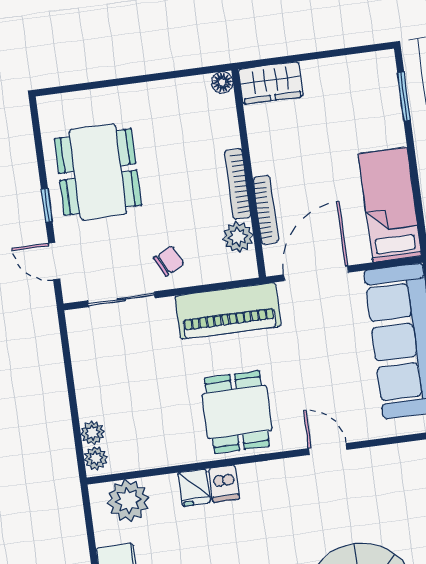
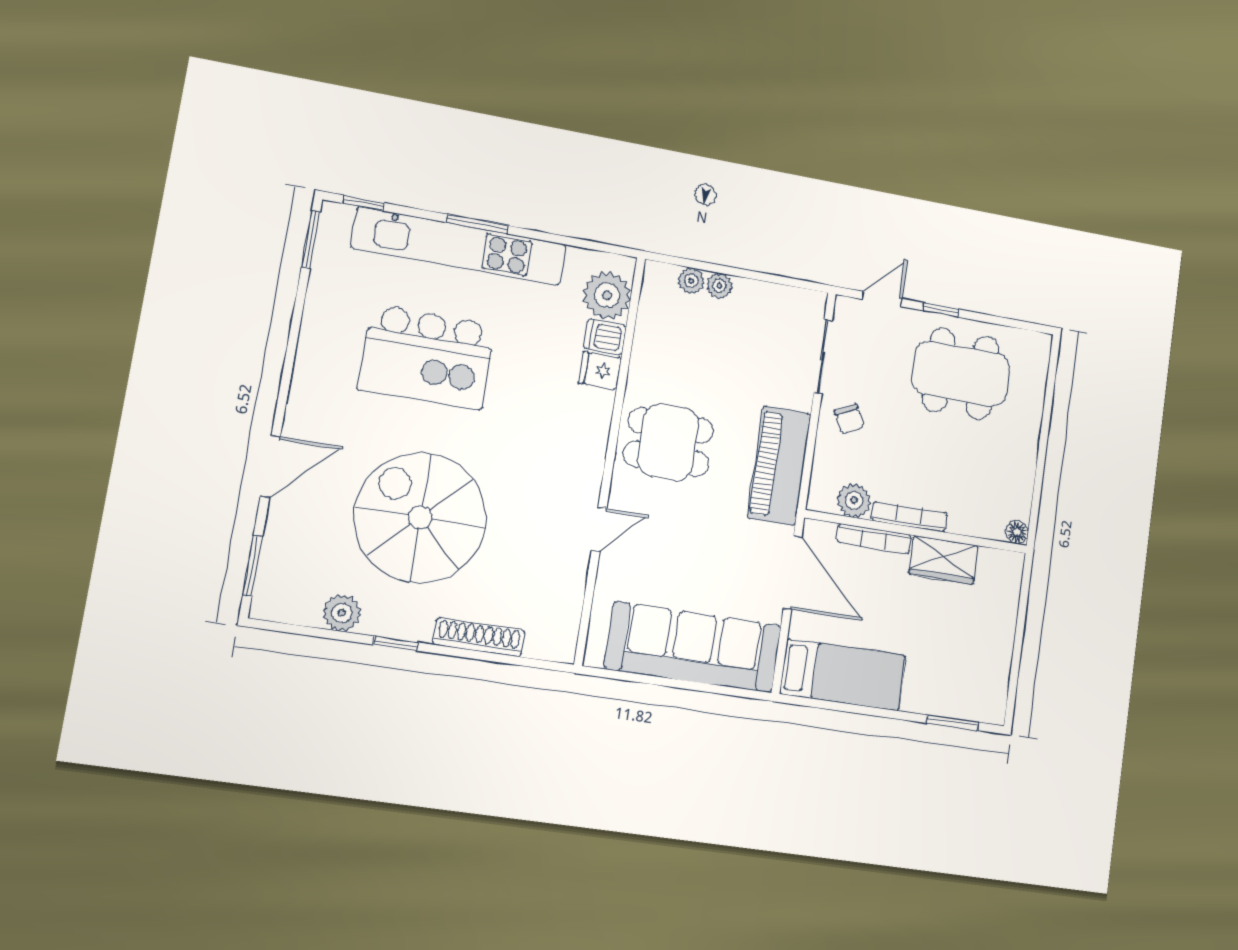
wardrobe: (271, 83) -> (944, 560), moved, turned -90
plant: (96, 458) -> (719, 286), moved
dishwasher: (224, 484) -> (605, 337), moved

